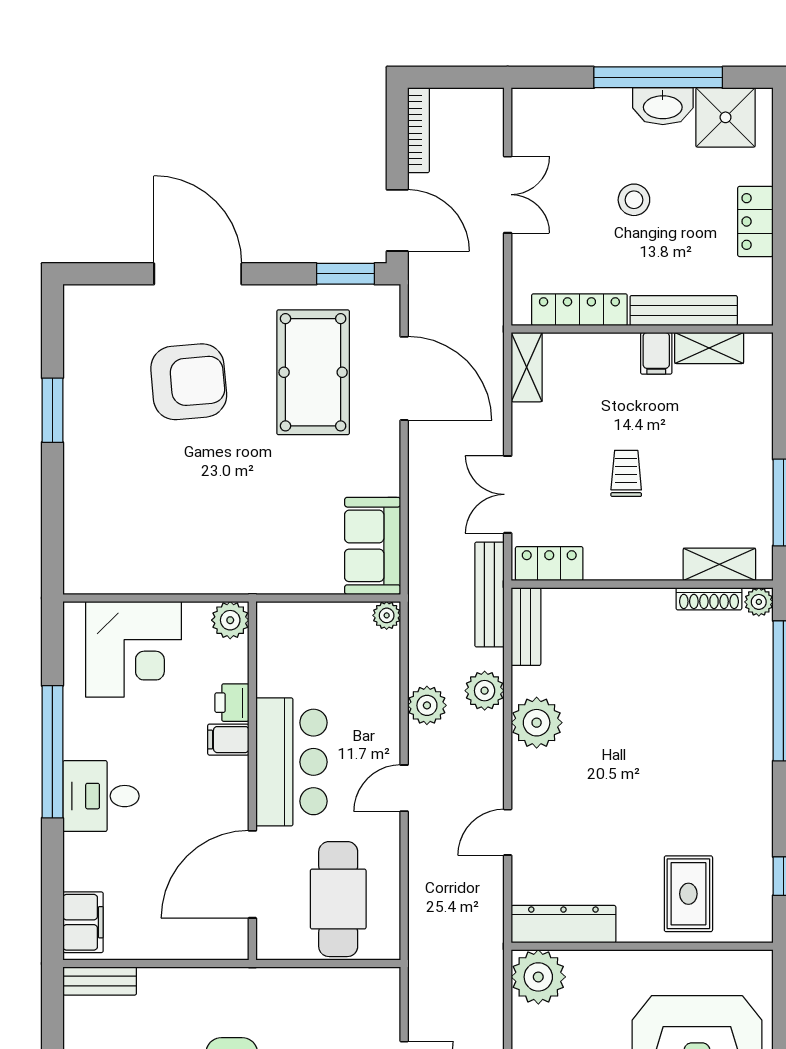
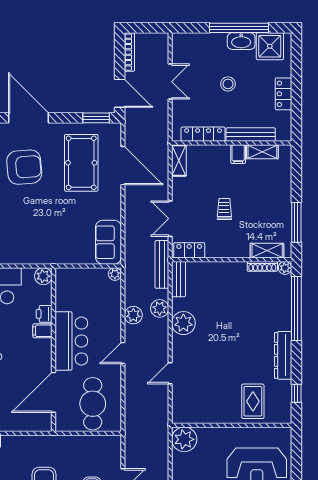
dresser: (563, 924) -> (283, 355), moved, turned -90

